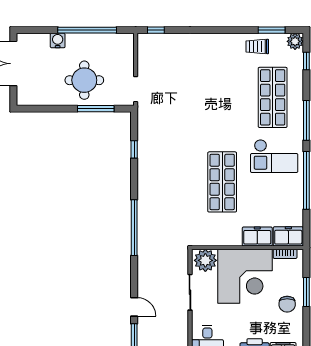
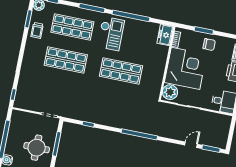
shop shelf: (222, 97) -> (66, 60), added
freezer: (257, 236) -> (161, 55), removed

